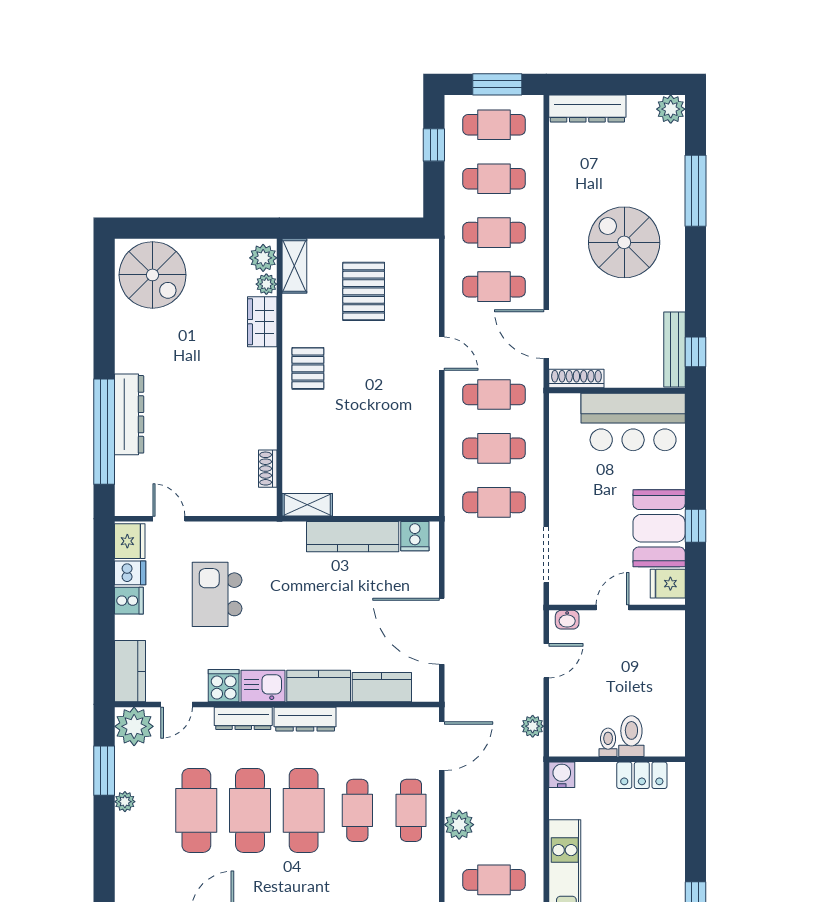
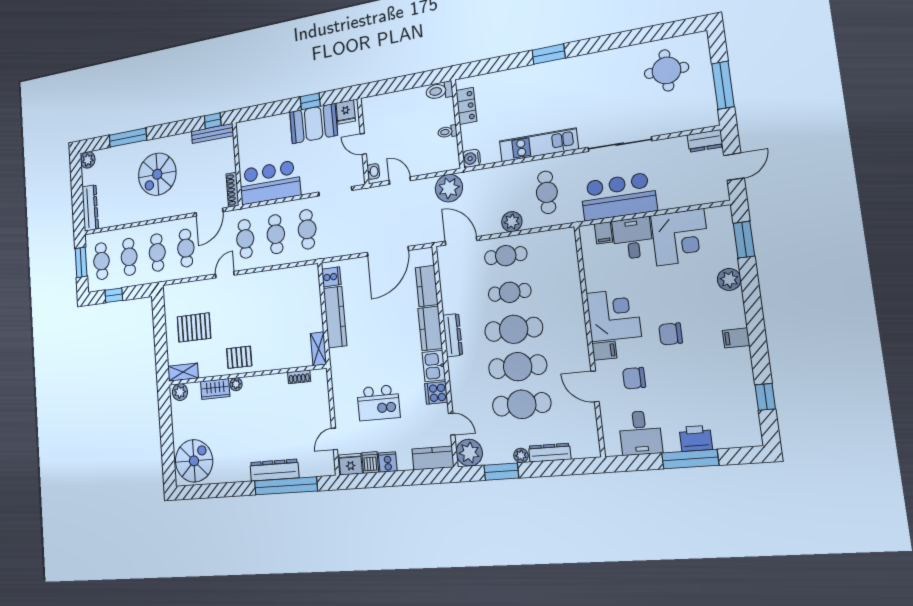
plant: (266, 284) -> (236, 384), moved
bar counter: (633, 422) -> (270, 182), moved, turned -90
dresser: (243, 718) -> (550, 453), moved, turned -90
plant: (533, 726) -> (449, 188), width x1.87, depth x1.87
toilet: (631, 736) -> (439, 91), moved

